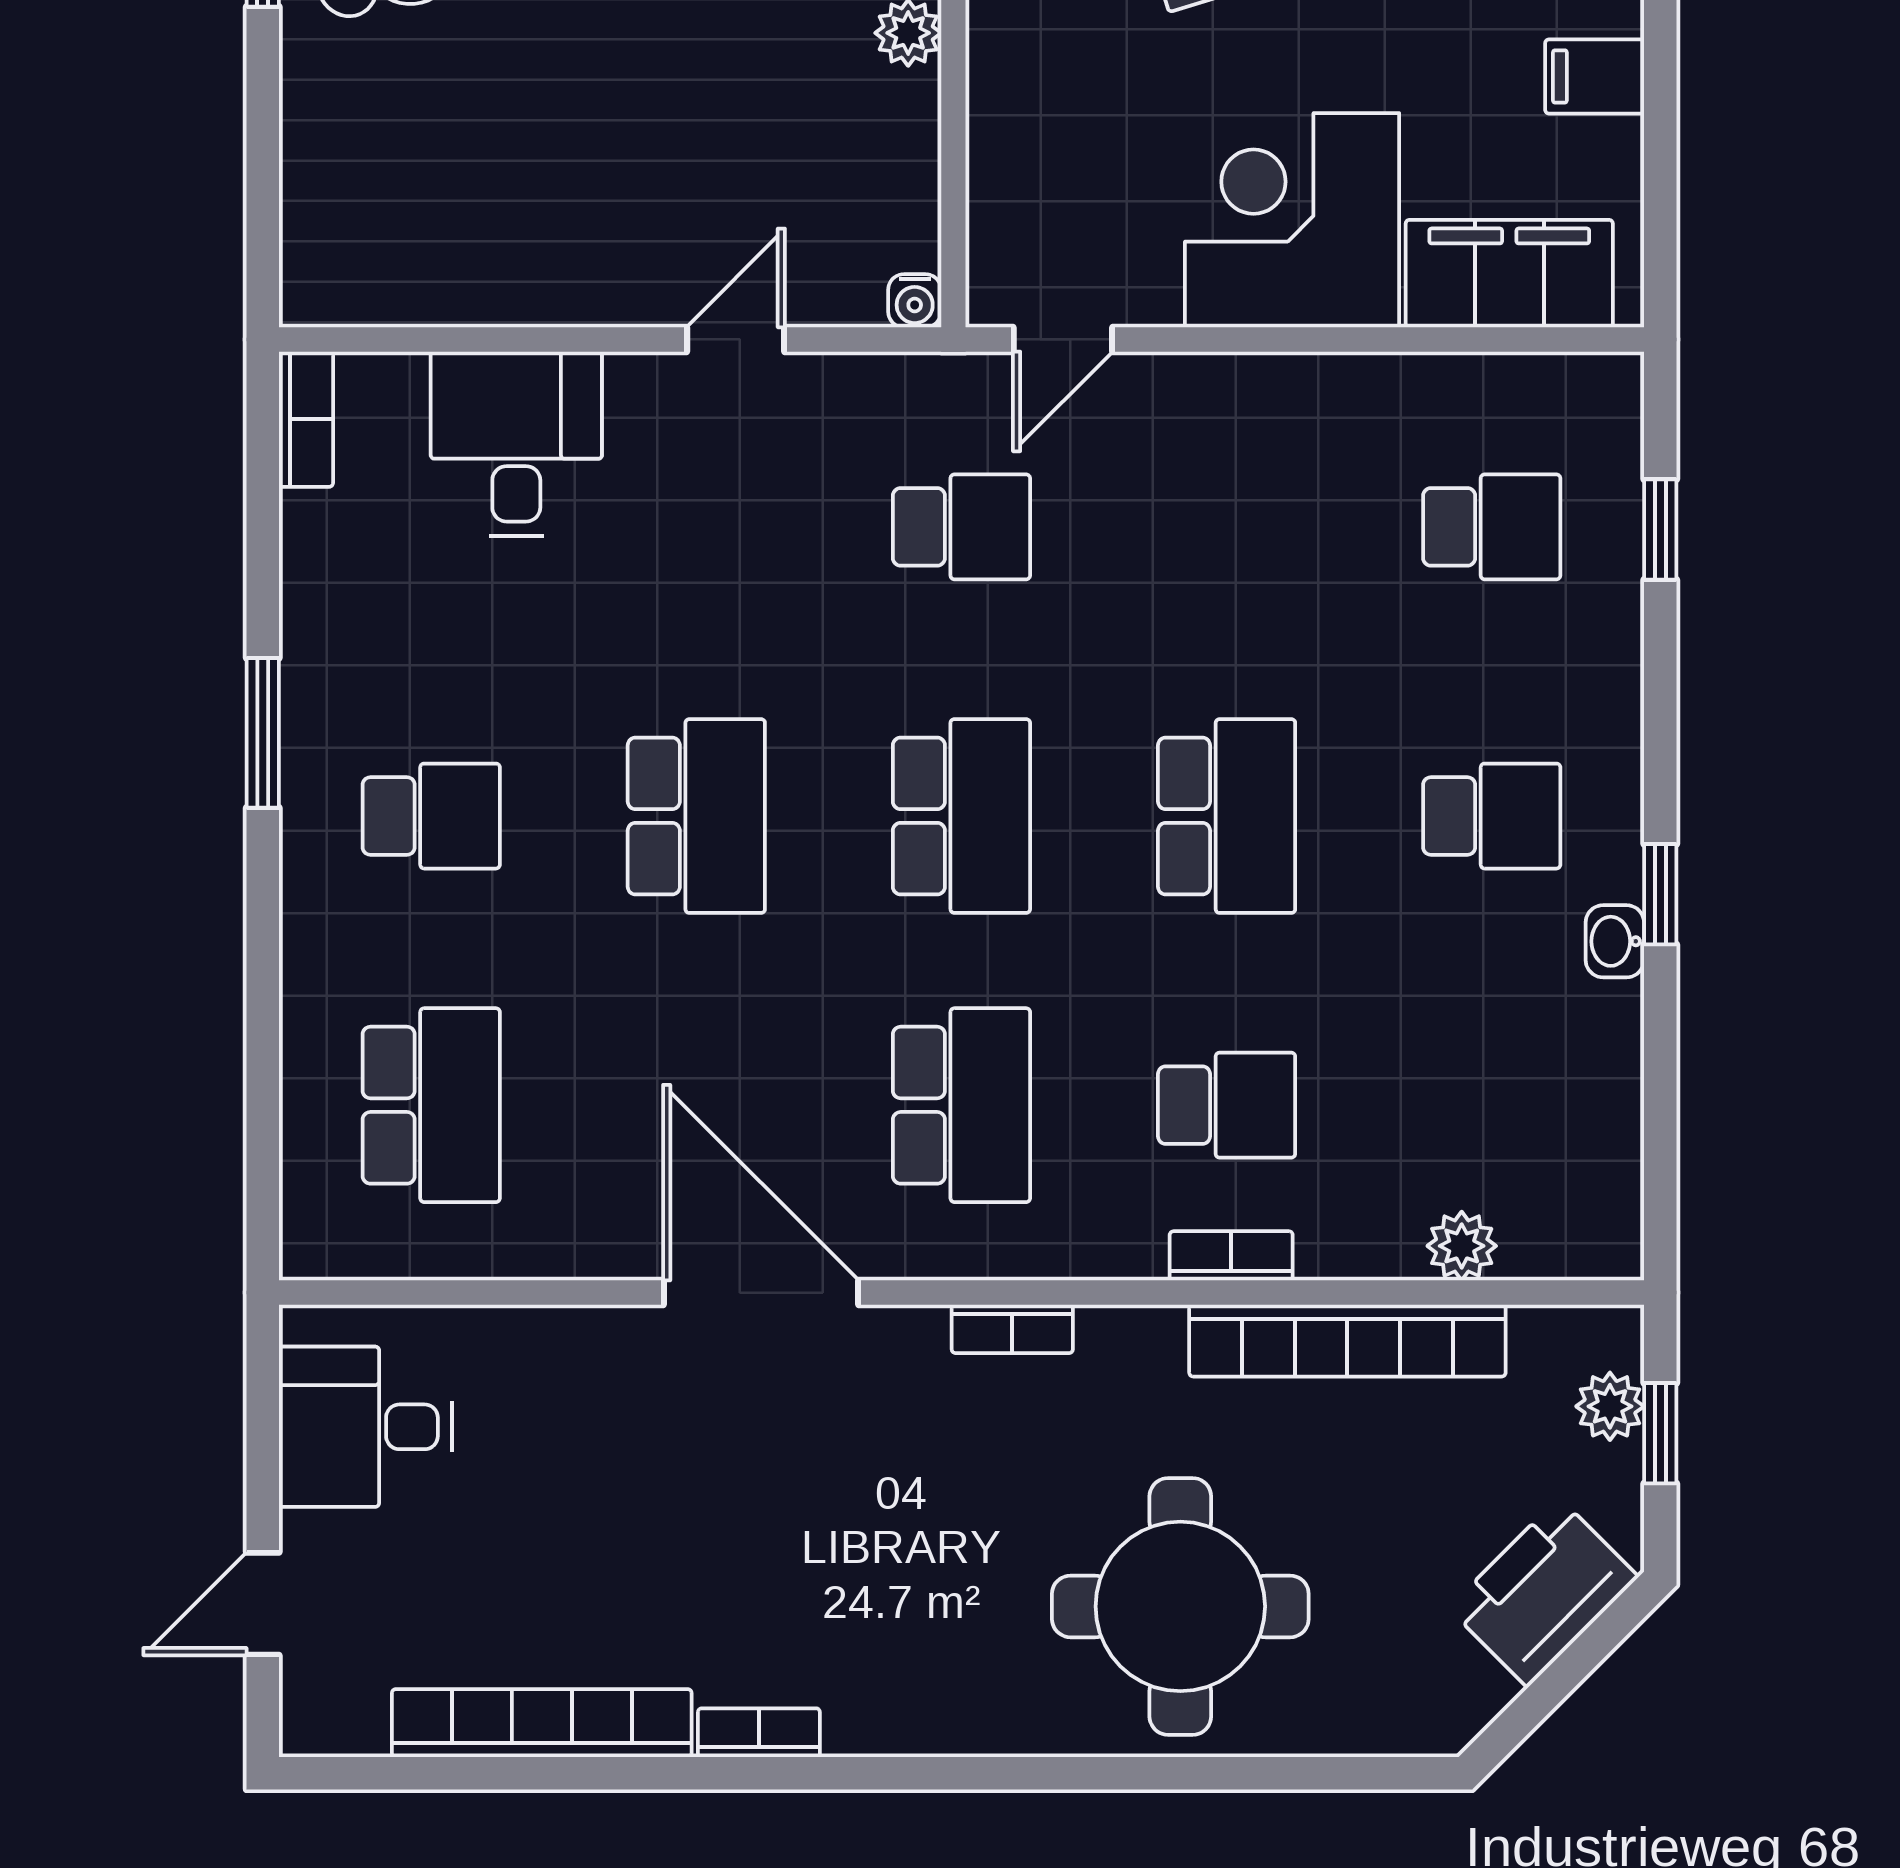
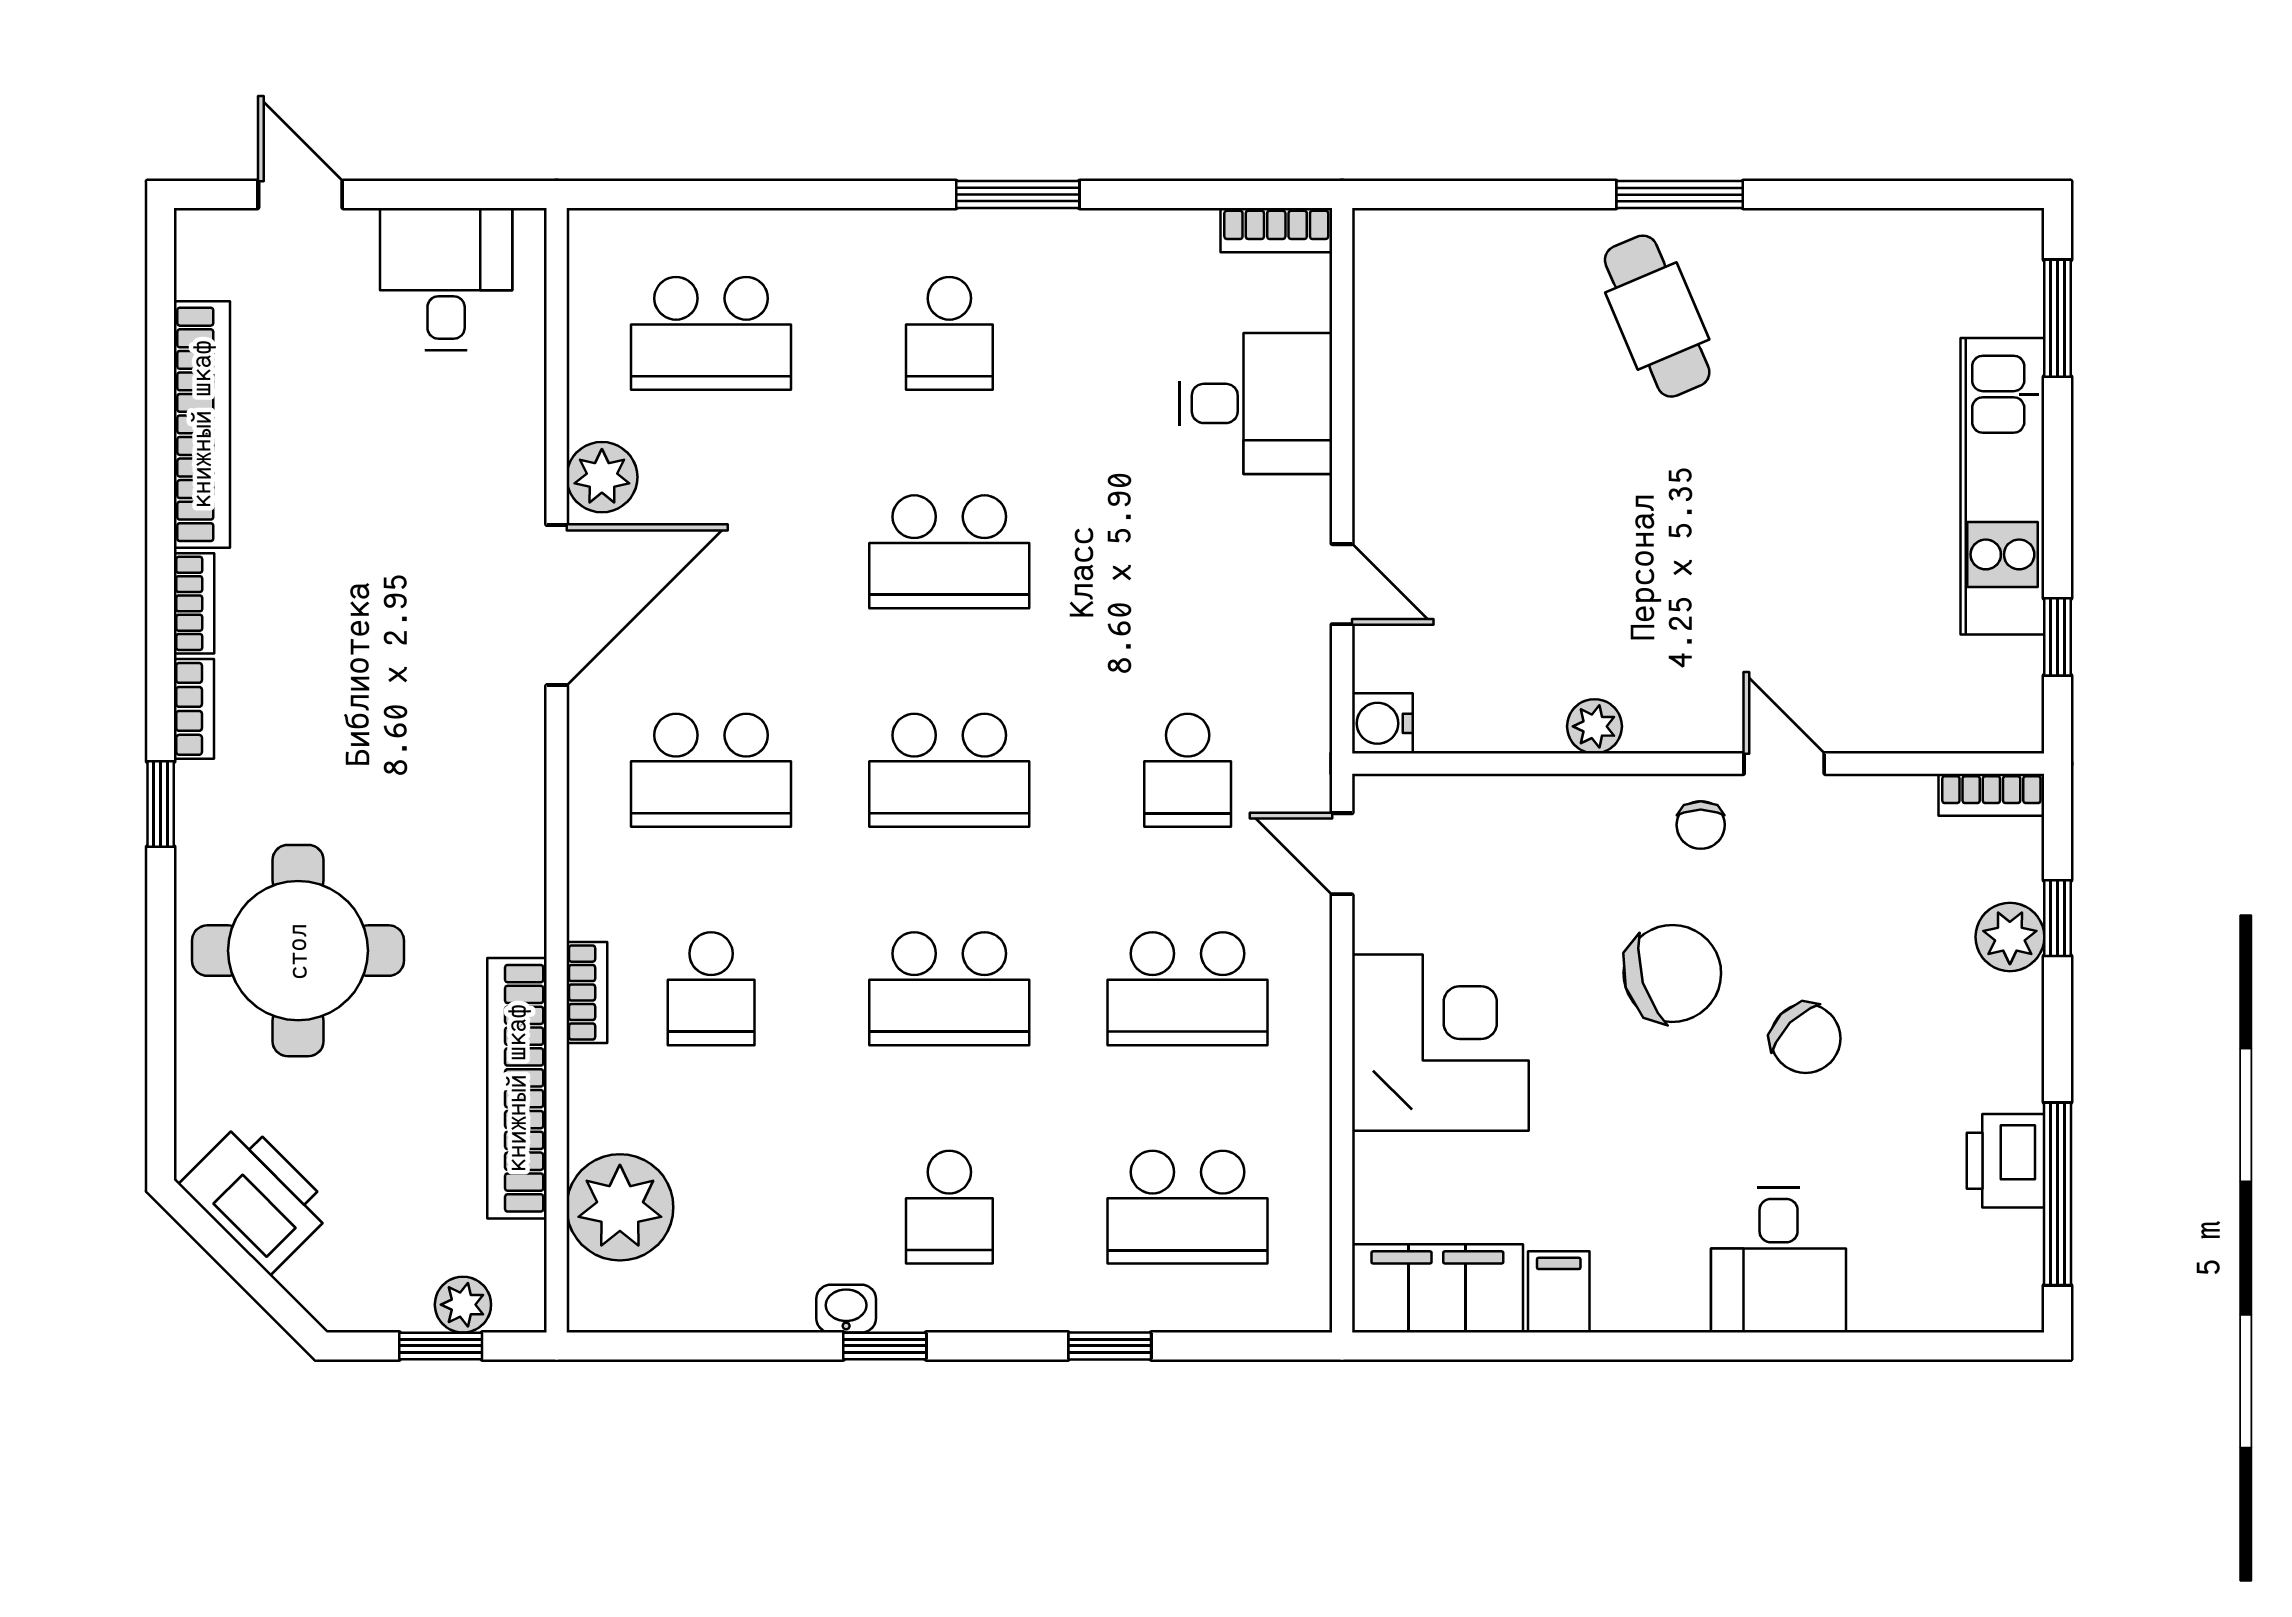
filing cabinet: (1509, 274) -> (1437, 1288), moved, turned -90
water cooler: (915, 301) -> (1382, 723), width x1.38, depth x1.38
school desk: (1227, 527) -> (1188, 989), added
school desk: (1492, 527) -> (1188, 1207), width x1.85
window: (1660, 529) -> (1110, 1346), moved
plant: (606, 1238) -> (602, 477), added
plant: (1462, 1246) -> (620, 1207), width x1.88, depth x1.88
bookcase: (1012, 1329) -> (194, 709), moved, turned 180
printer: (1543, 1592) -> (257, 1197), moved
window: (1002, 1773) -> (161, 804), added

